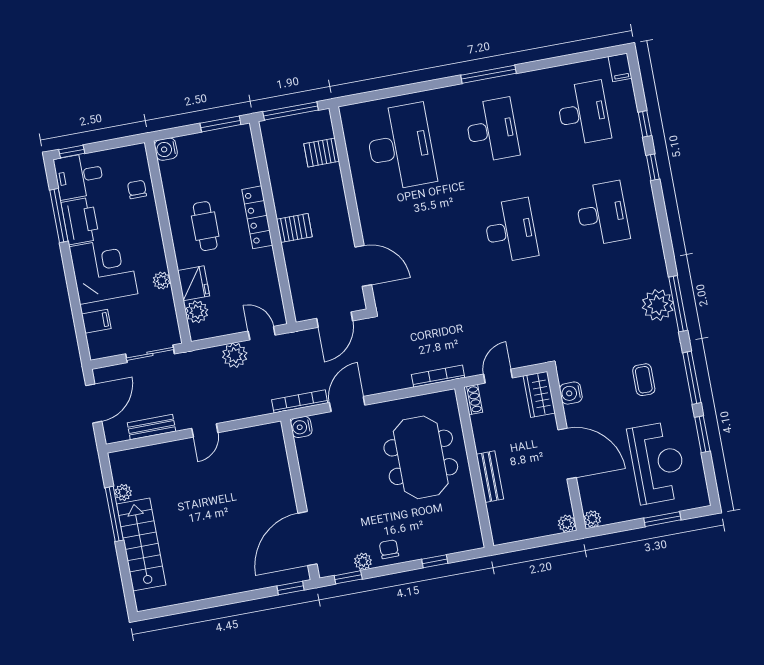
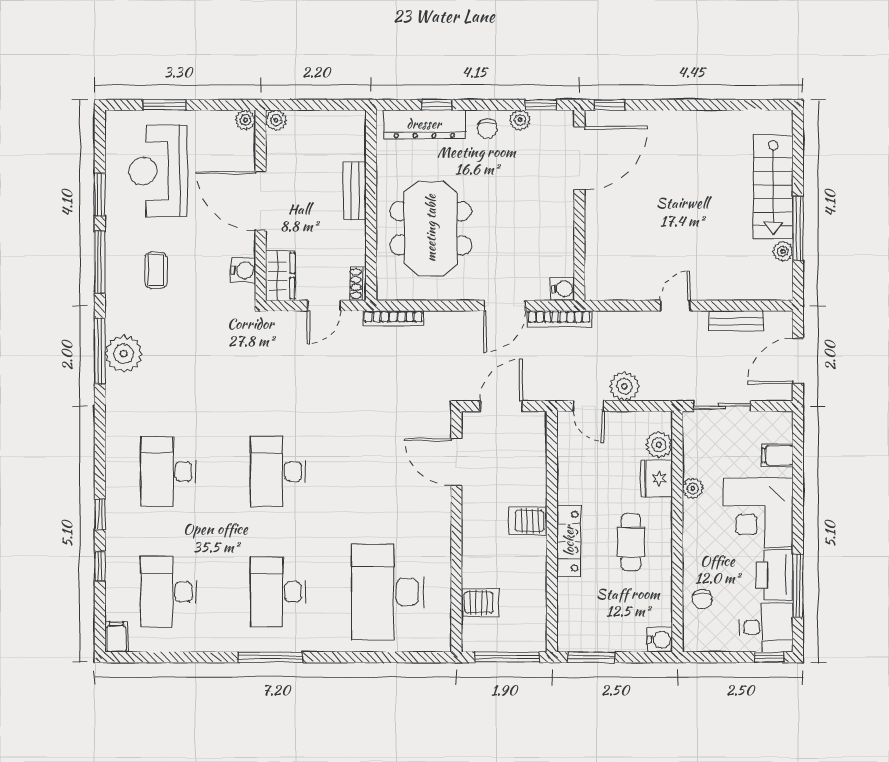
dresser: (442, 543) -> (424, 124), added

